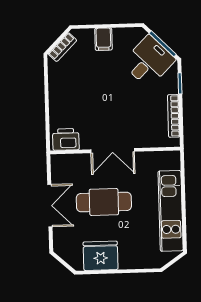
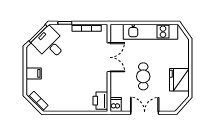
double door: (113, 151) -> (109, 57), moved
dishwasher: (61, 162) -> (116, 104), added
cafe table: (104, 202) -> (143, 76), width x0.73, depth x0.74

